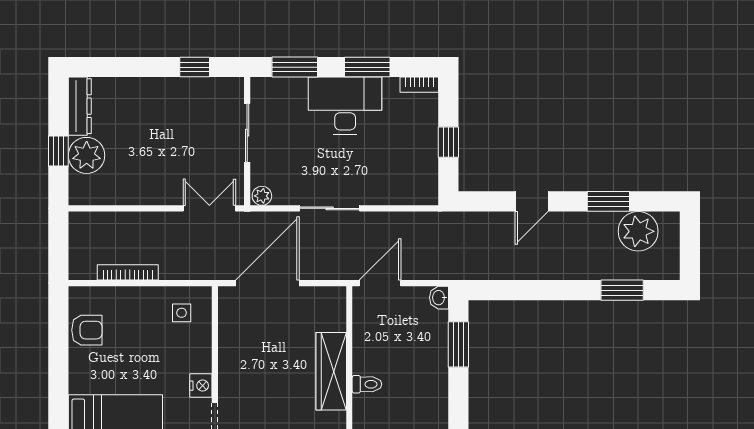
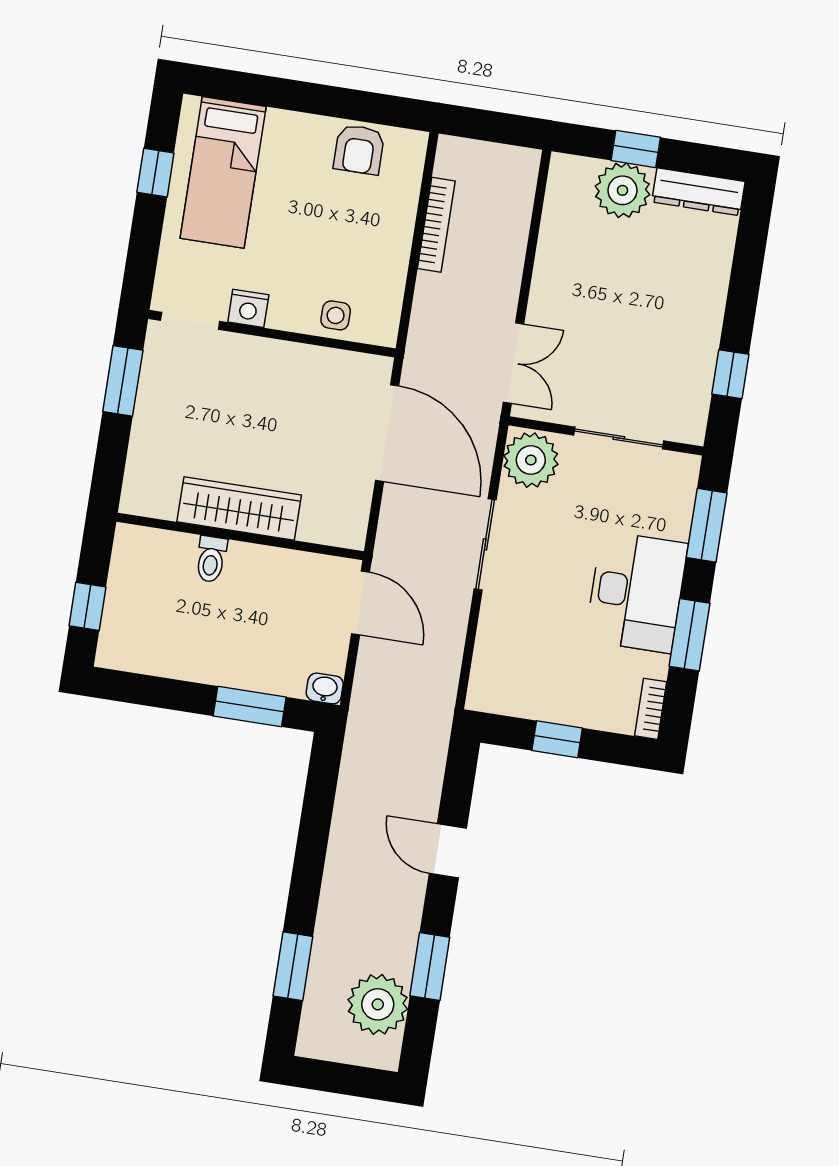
plant: (262, 196) -> (531, 460), width x1.87, depth x1.87
side table: (182, 313) -> (336, 315), moved

